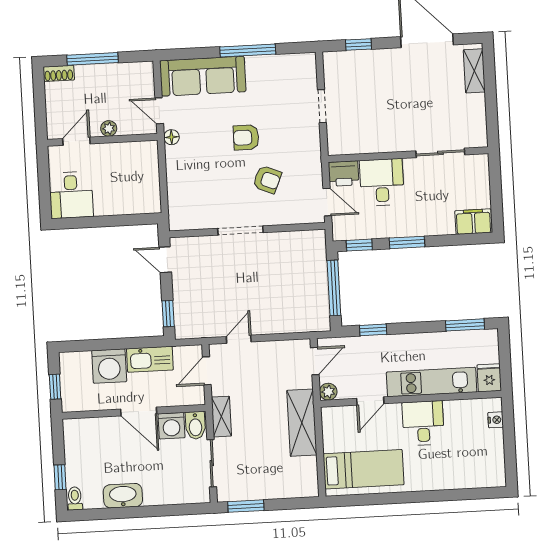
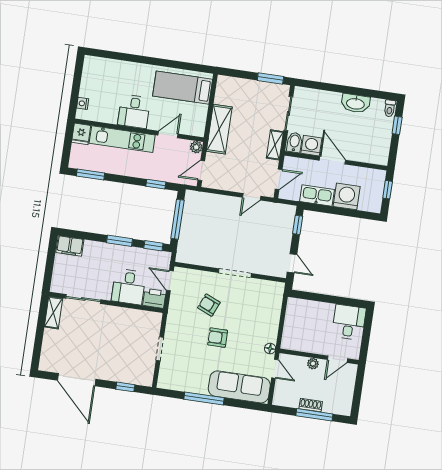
shelving: (474, 71) -> (53, 313), moved
shoe rack: (59, 73) -> (311, 405), moved
armchair: (246, 137) -> (218, 338), turned 180

